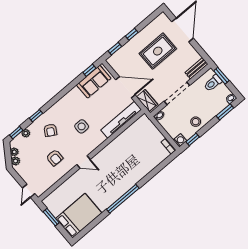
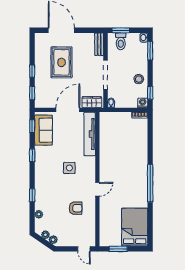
armchair: (50, 130) -> (52, 194), removed
window: (16, 133) -> (32, 155), moved

